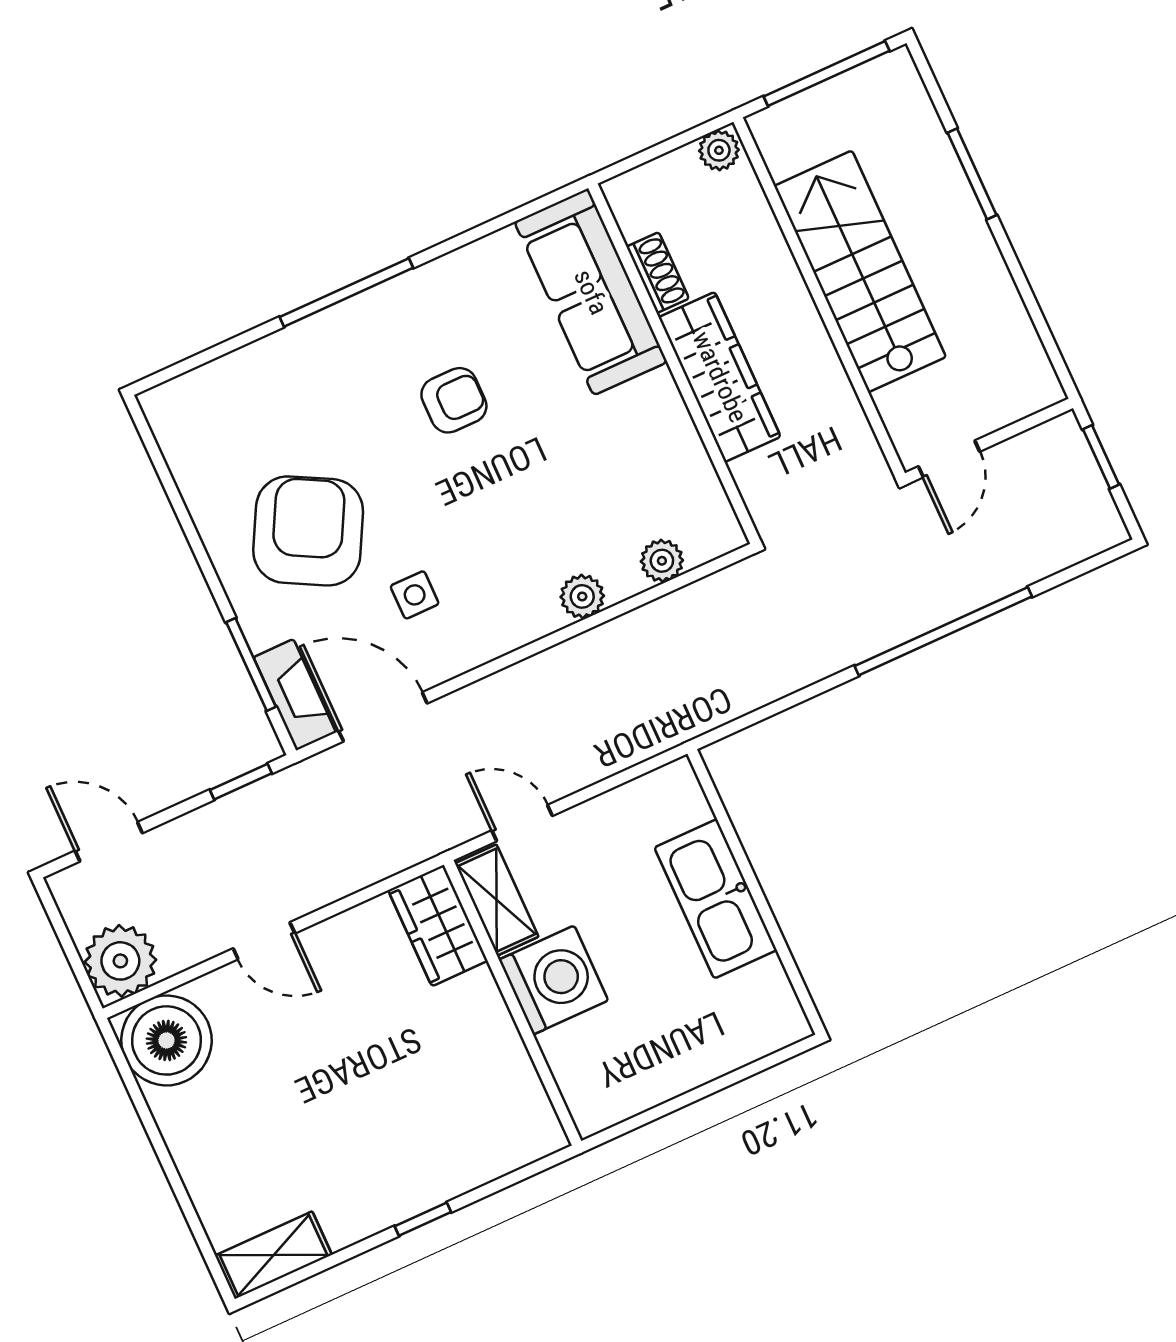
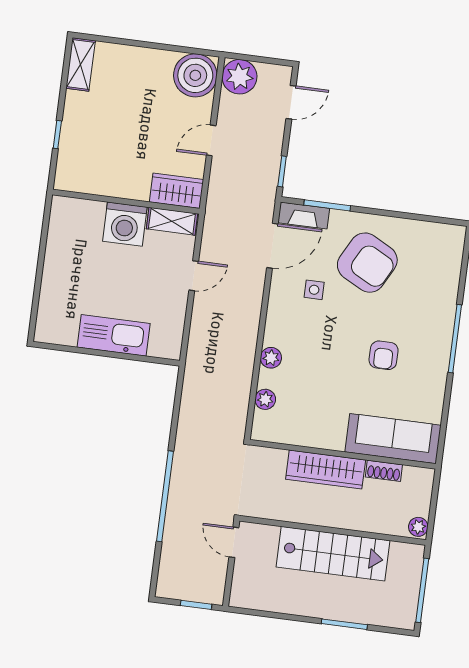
shelving: (497, 900) -> (172, 221), moved
wardrobe: (438, 925) -> (176, 191), moved
washing machine: (554, 980) -> (125, 224), moved
wall: (513, 1003) -> (126, 202), moved

